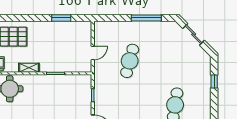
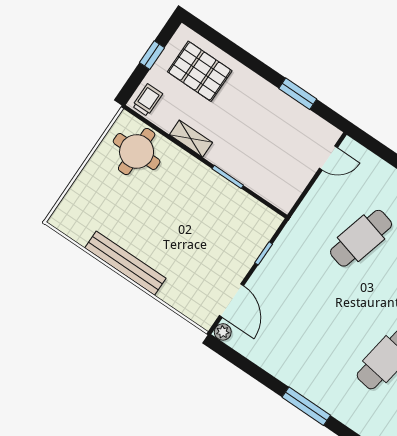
door: (93, 53) -> (328, 158), moved

